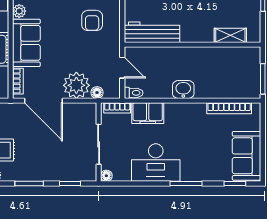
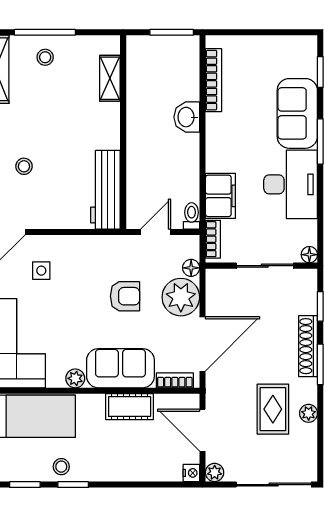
armchair: (92, 20) -> (125, 296), moved
washbasin: (183, 90) -> (187, 117), moved
sofa: (247, 156) -> (297, 113), moved, turned 90
shoe rack: (42, 175) -> (308, 346), added

